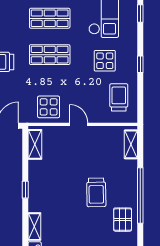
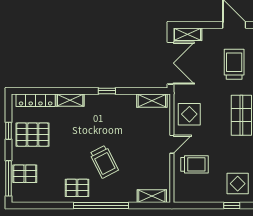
display table: (105, 61) -> (238, 184), moved
trolley: (119, 97) -> (194, 164), moved
trolley: (96, 192) -> (104, 162), turned -116

